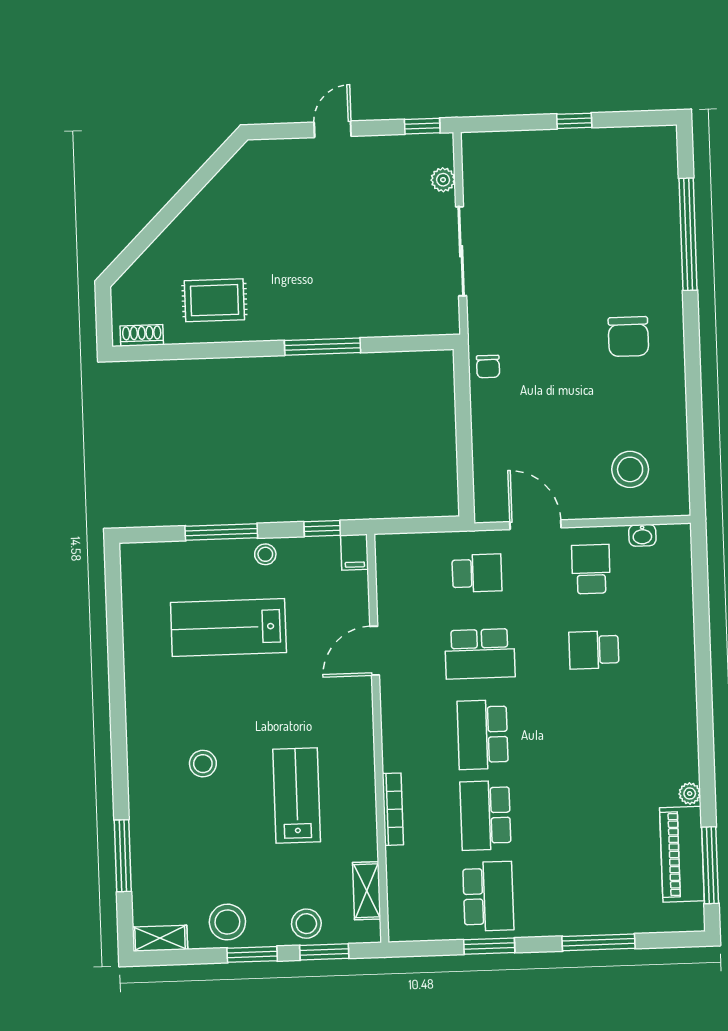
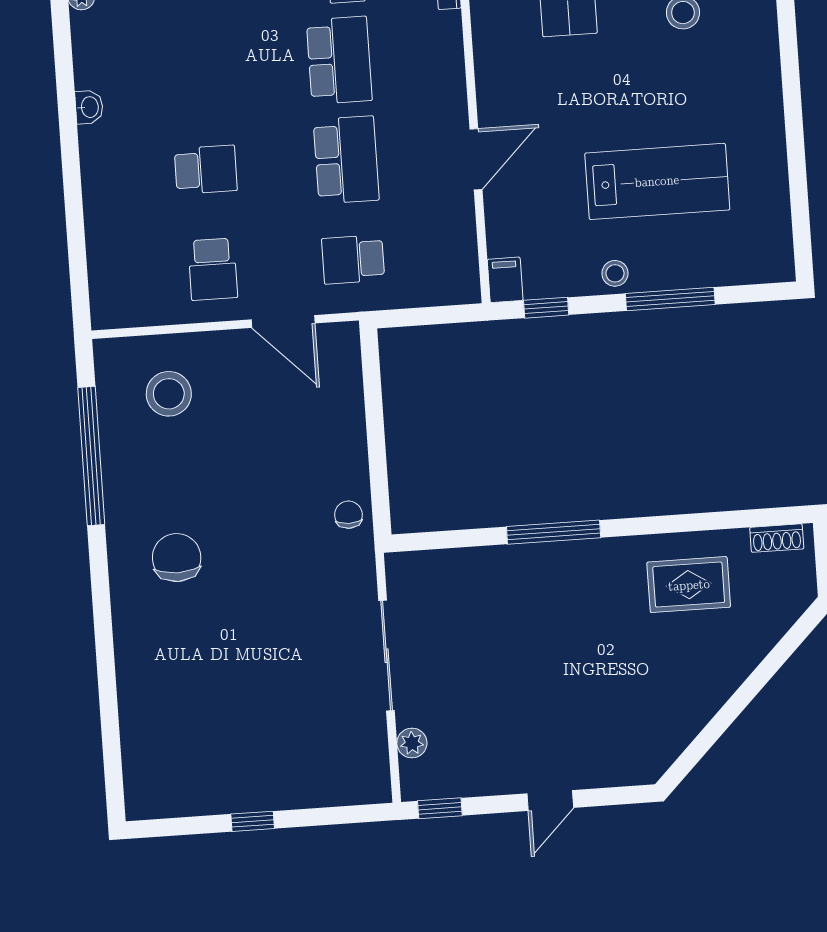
window: (688, 234) -> (91, 456), moved
washbasin: (642, 535) -> (89, 107), moved, turned 90
school desk: (480, 654) -> (346, 160), turned 90

